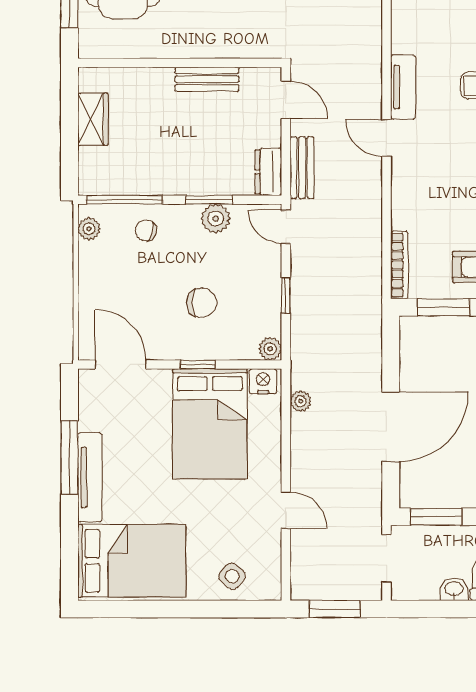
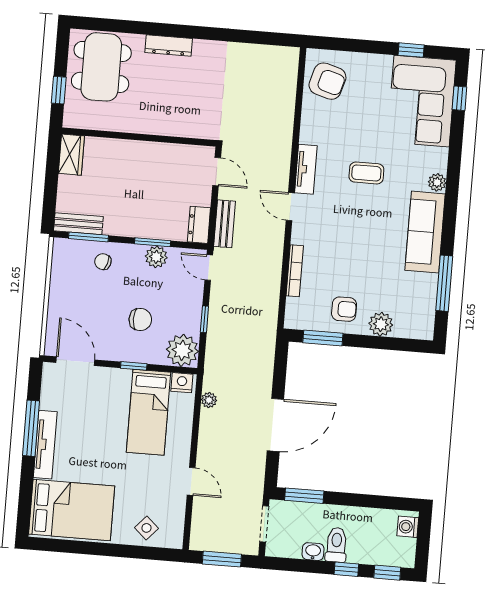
bench: (207, 79) -> (78, 224), moved
wardrobe: (93, 119) -> (71, 155), moved
window: (124, 200) -> (89, 237), width x0.69
plant: (89, 229) -> (60, 257), removed
bookcase: (399, 265) -> (295, 271), moved
plant: (270, 349) -> (182, 350), width x1.88, depth x1.88
bed: (210, 424) -> (149, 412), width x0.67

